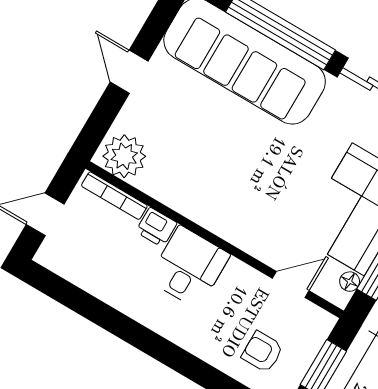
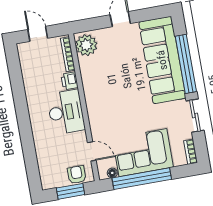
desk: (189, 267) -> (66, 112), width x1.37
armchair: (262, 352) -> (77, 175), moved

